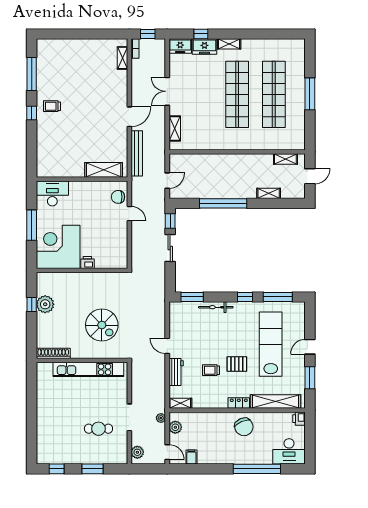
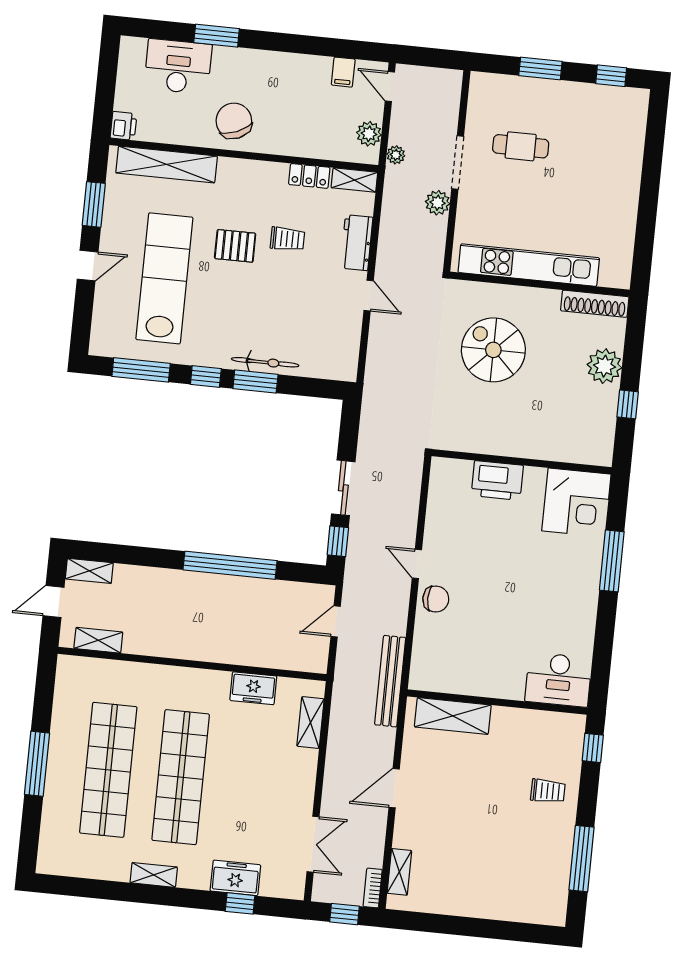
shelving: (229, 44) -> (154, 875), moved
freezer: (180, 46) -> (253, 688), moved, turned 180
double door: (167, 91) -> (313, 844), moved
window: (32, 113) -> (593, 748), moved
door: (129, 117) -> (394, 788), moved
shelving: (104, 170) -> (453, 716), moved
wall: (82, 179) -> (497, 702), moved
desk: (52, 193) -> (558, 680), moved
shelving: (269, 193) -> (89, 571), moved
corner desk: (58, 247) -> (576, 503), width x0.74, depth x0.74
printer: (87, 263) -> (497, 480), width x1.87, depth x1.48
window: (192, 297) -> (255, 382), moved
plant: (45, 304) -> (604, 366), moved
lab bench: (271, 344) -> (164, 278), turned 180
locker: (239, 403) -> (309, 176), moved
desk: (289, 451) -> (178, 66), moved
plant: (137, 452) -> (438, 203), moved
window: (257, 469) -> (217, 36), width x0.47

